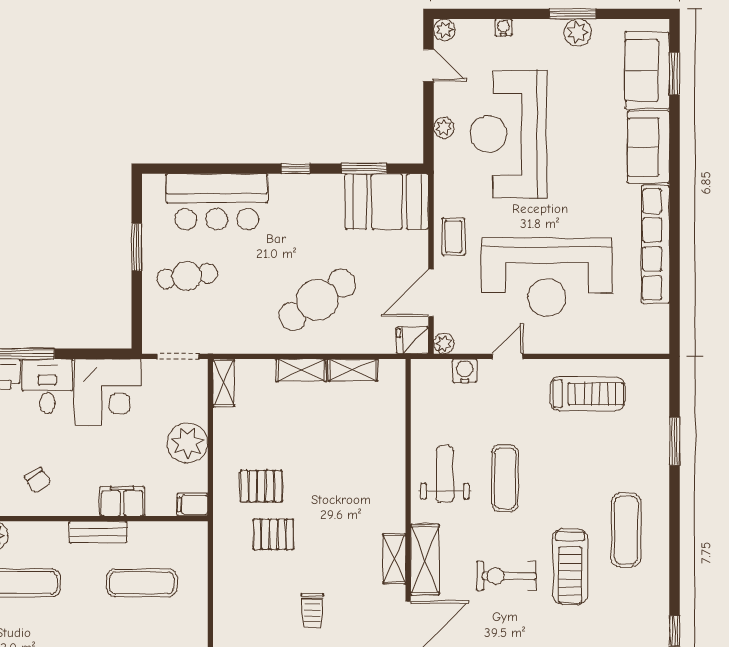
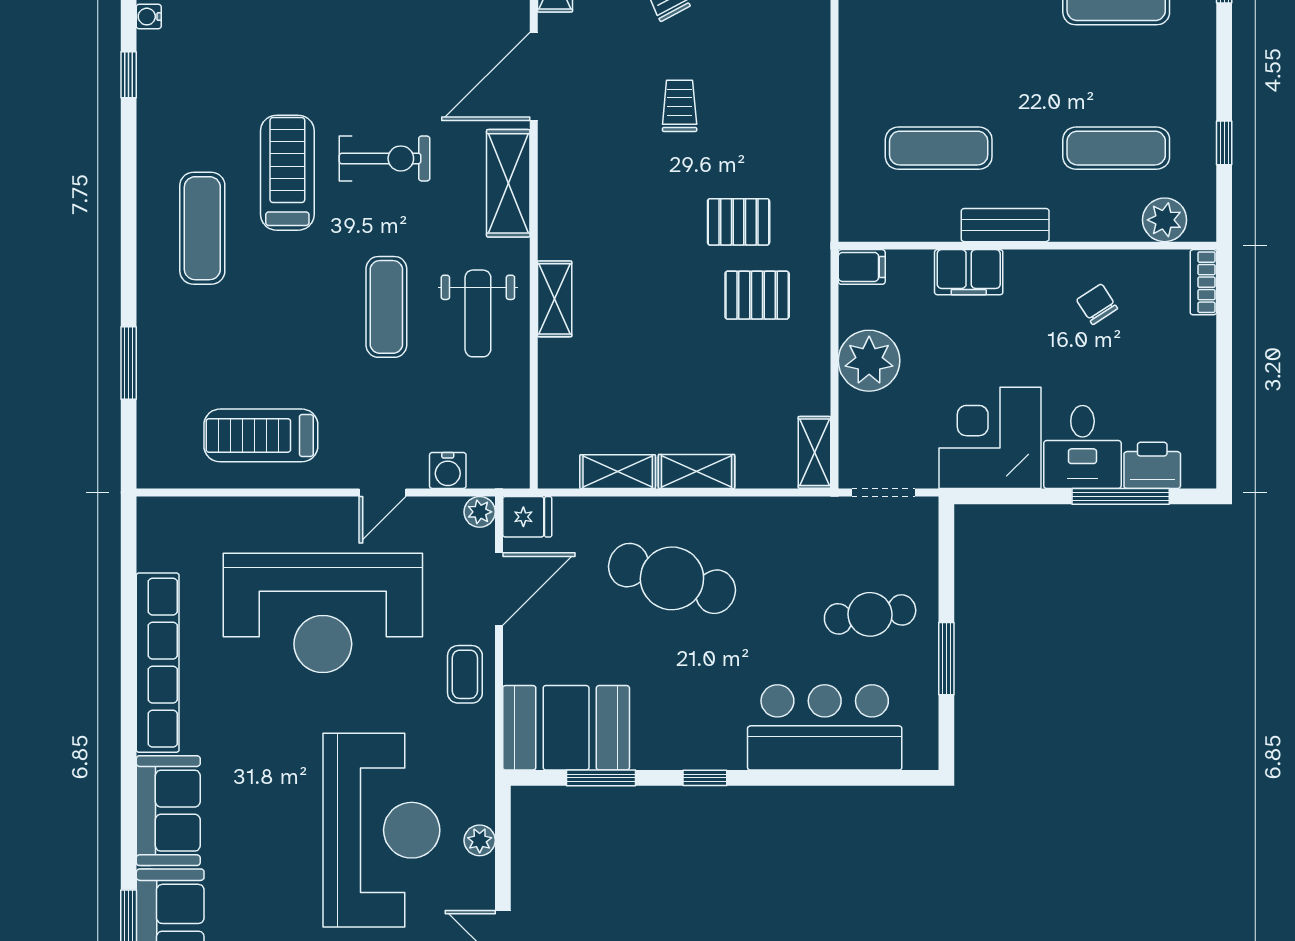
reception desk: (547, 277) -> (323, 613), turned 180
cafe table: (317, 300) -> (672, 578), turned 51
shelving: (394, 559) -> (555, 299), moved

